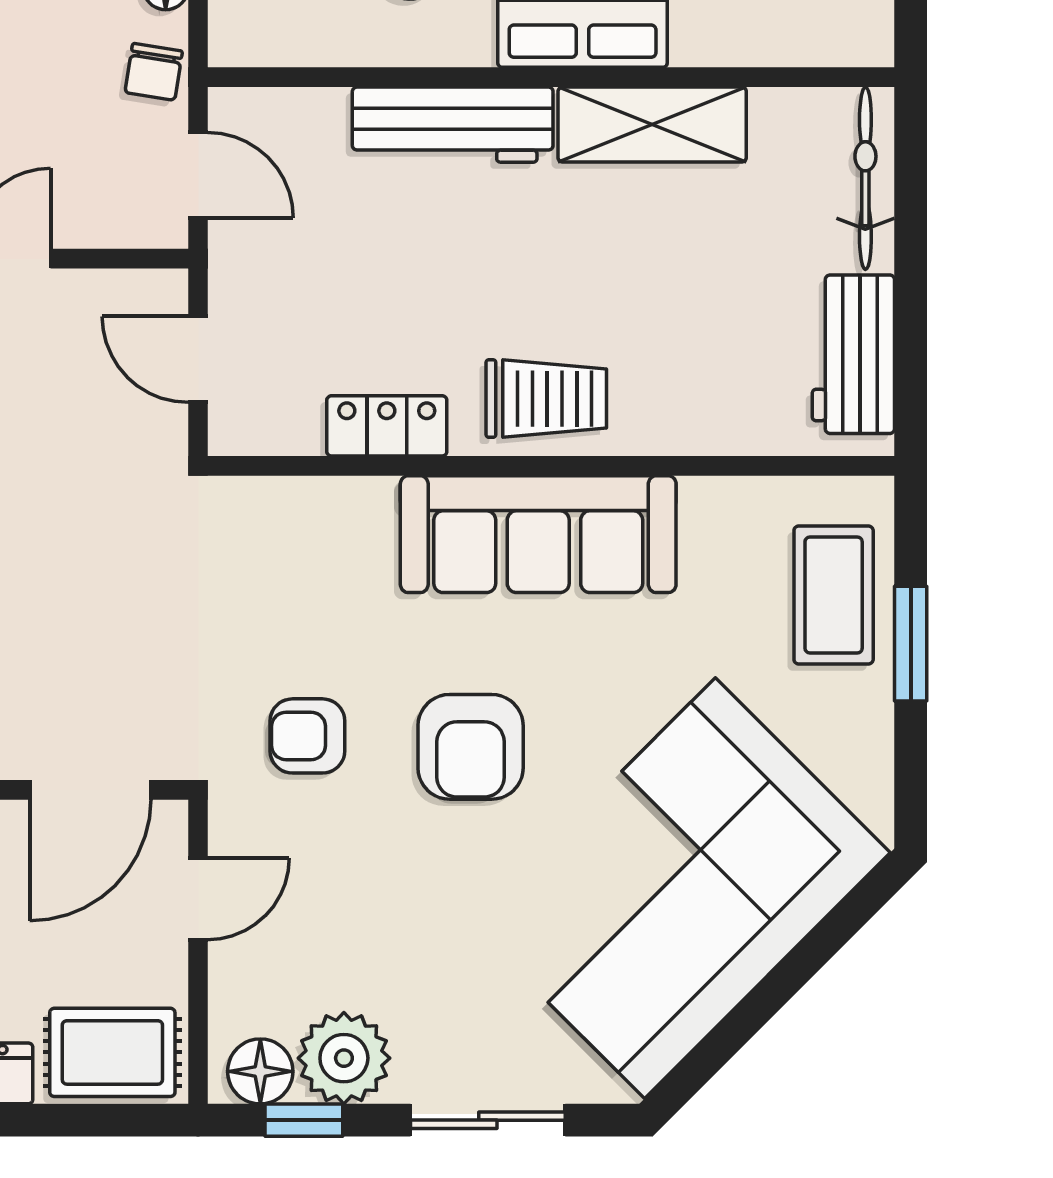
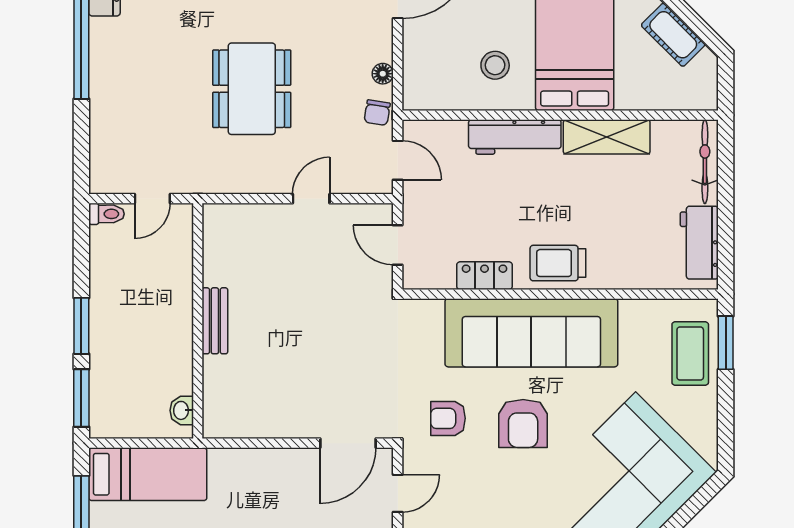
trolley: (546, 399) -> (558, 263), turned 180
sofa: (538, 534) -> (531, 333), width x1.36, depth x1.27
window: (911, 644) -> (726, 343), moved

